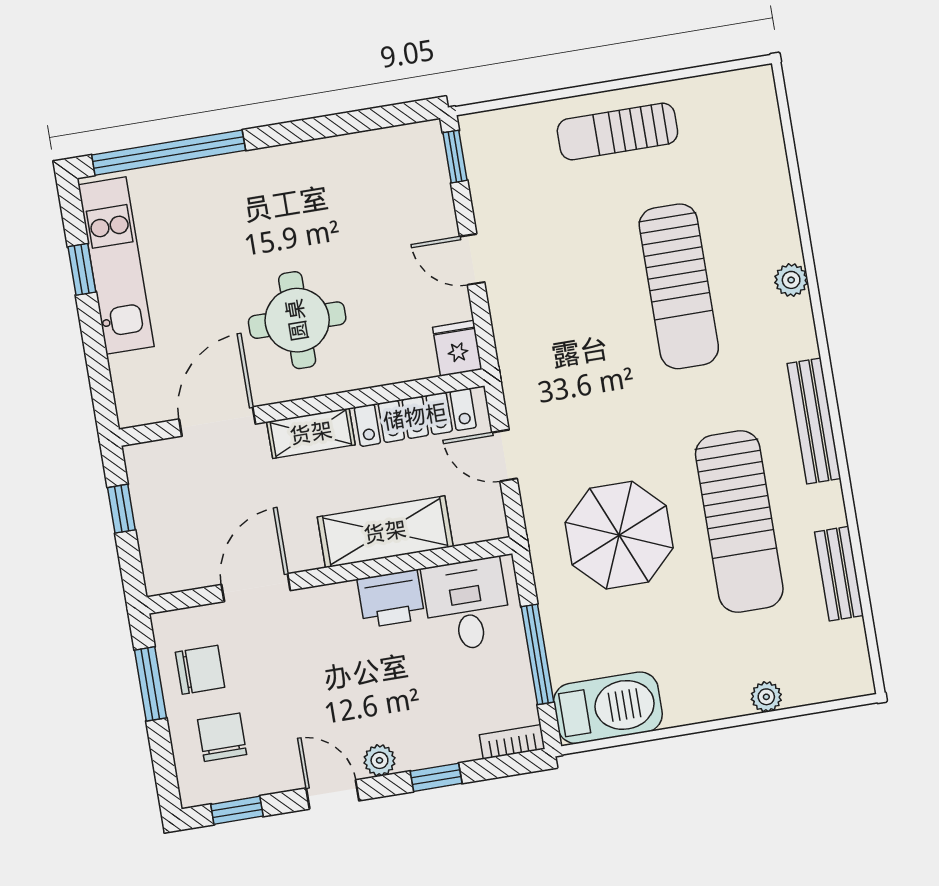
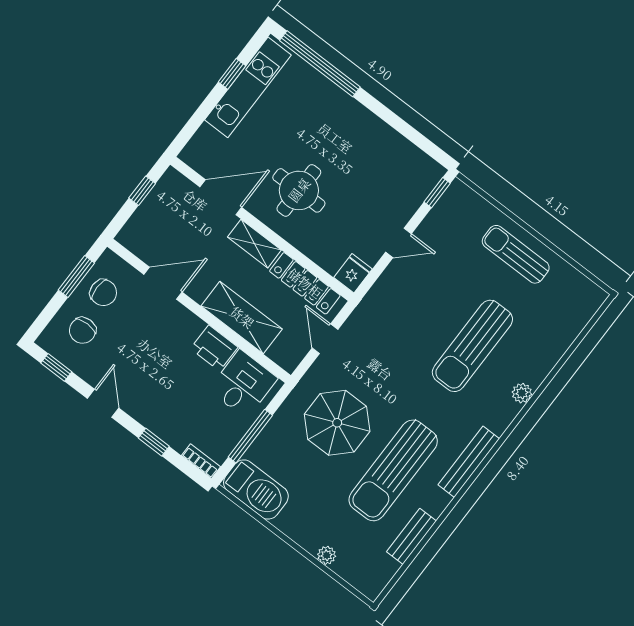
door: (472, 259) -> (399, 243), swing flipped
chair: (222, 737) -> (83, 330), turned 180
plant: (379, 760) -> (138, 410), removed

